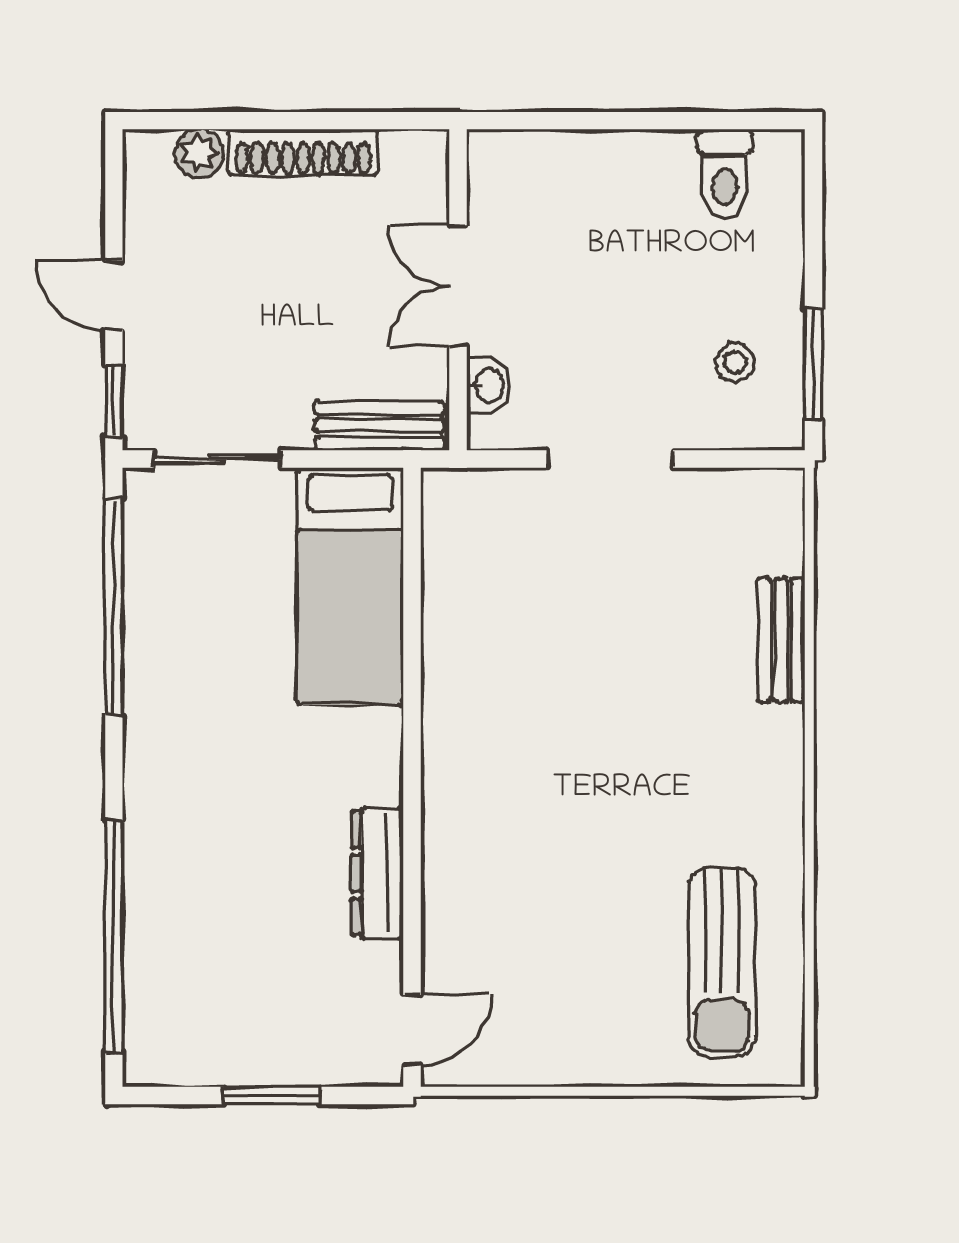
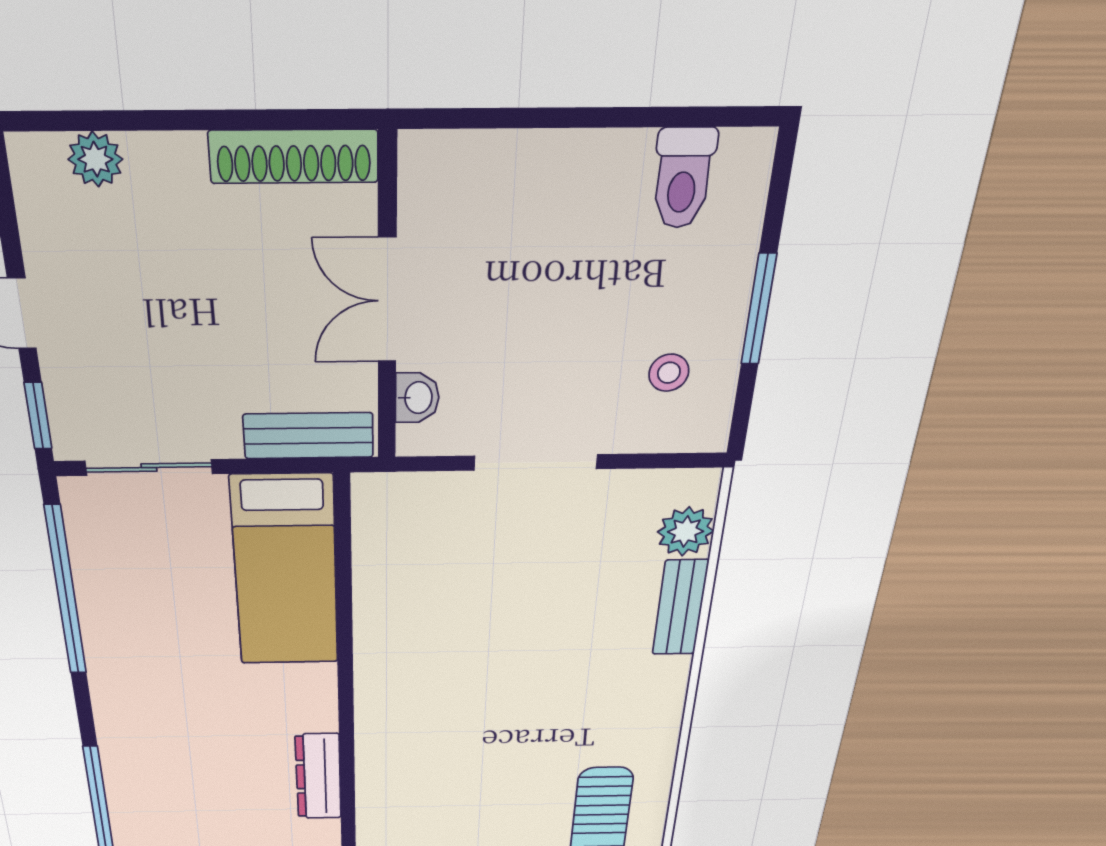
shoe rack: (303, 152) -> (294, 157), moved
window: (814, 364) -> (759, 310), moved
plant: (775, 543) -> (686, 532), added

